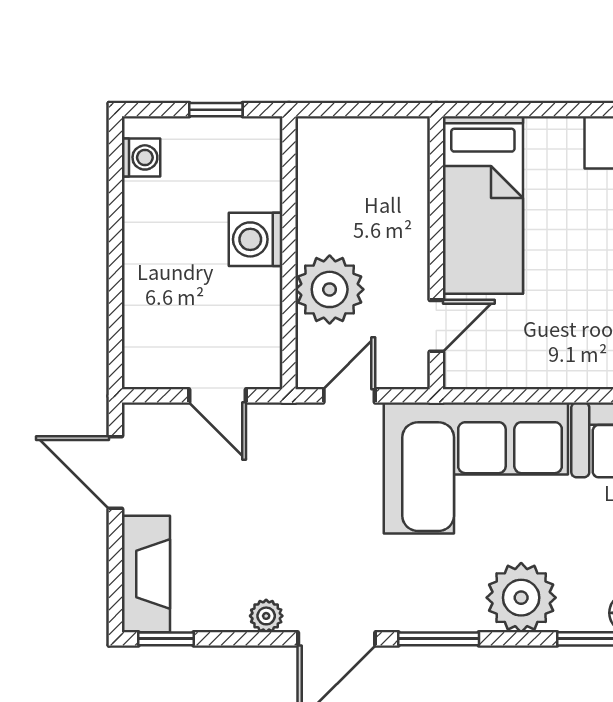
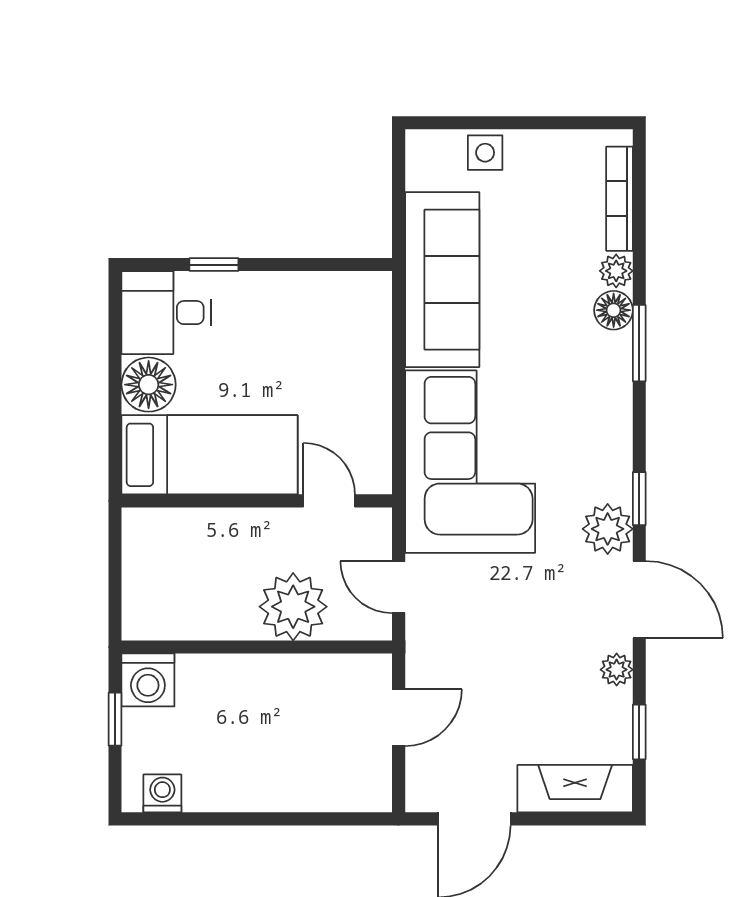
floor lamp: (554, 144) -> (149, 385), added
washing machine: (256, 239) -> (148, 680), moved
plant: (521, 598) -> (608, 529), moved, width x0.73, depth x0.73
window: (166, 639) -> (639, 732), moved
window: (439, 639) -> (639, 499), width x0.67

